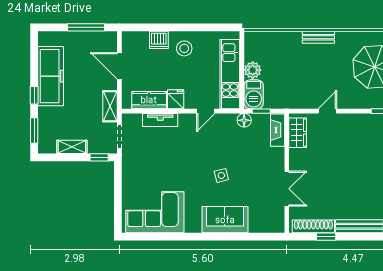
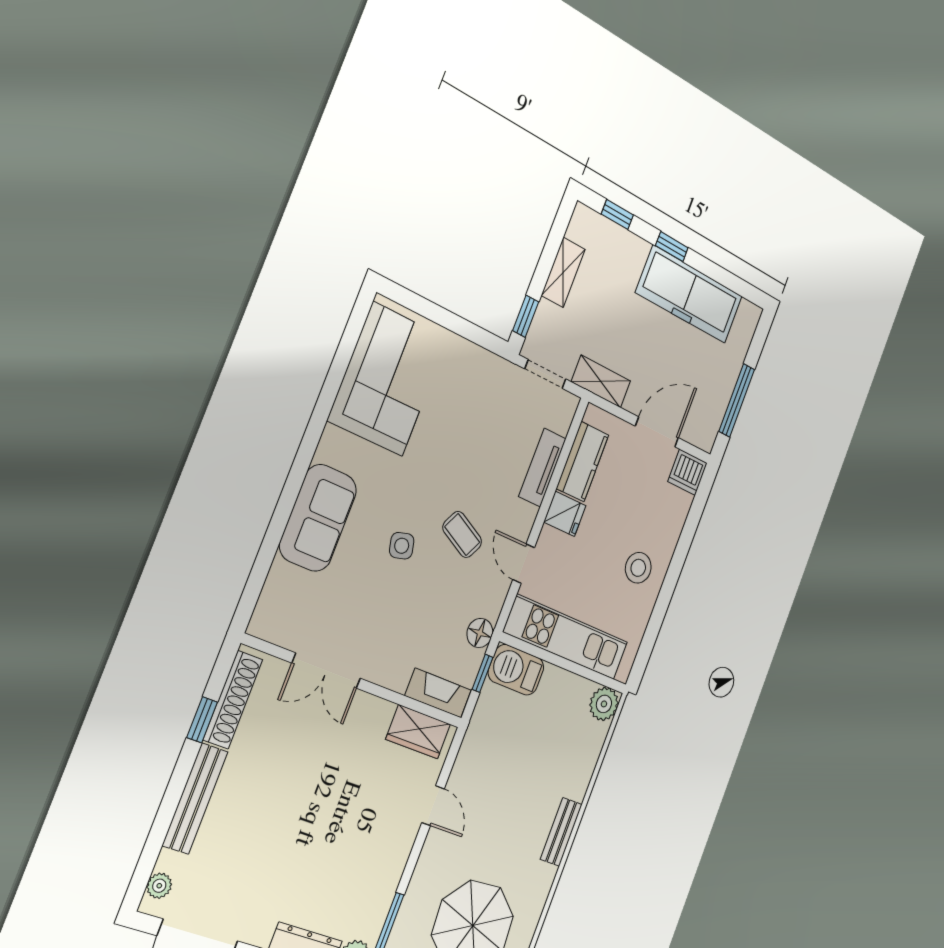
dishwasher: (159, 40) -> (688, 472), moved, turned -90
plant: (253, 70) -> (604, 704), moved
window: (34, 130) -> (617, 215), width x0.67
coffee table: (205, 148) -> (462, 535), added

